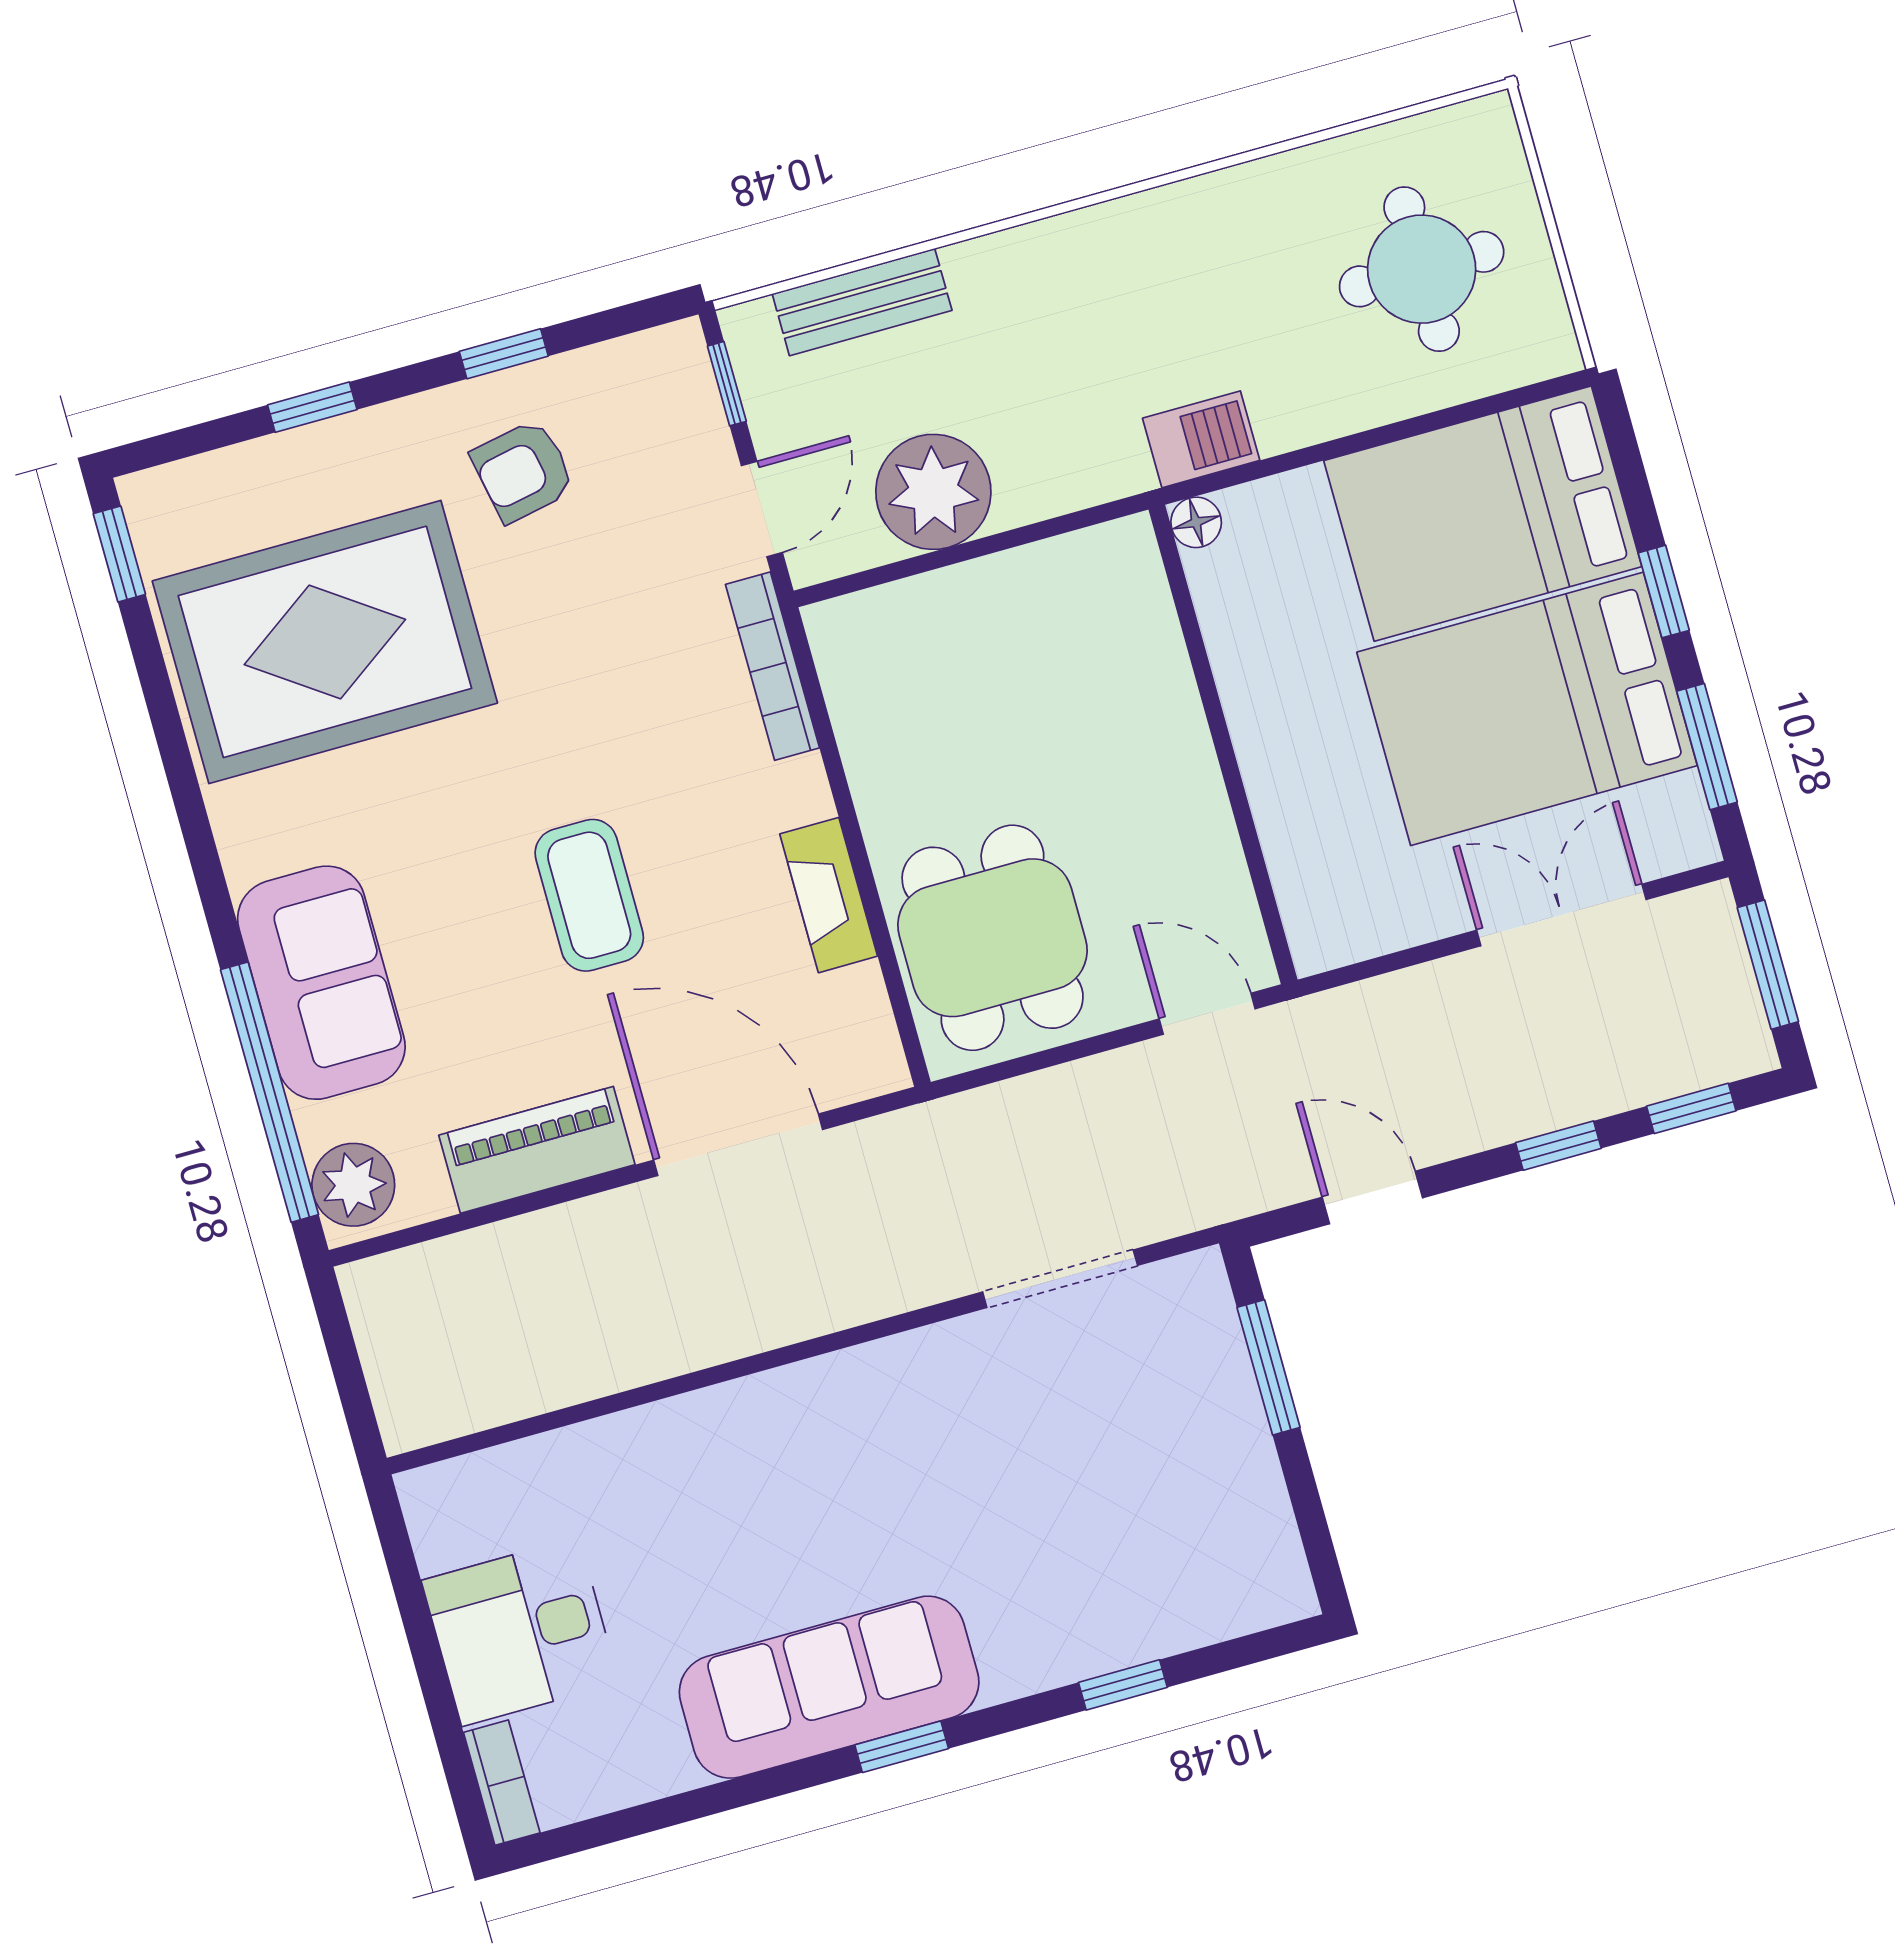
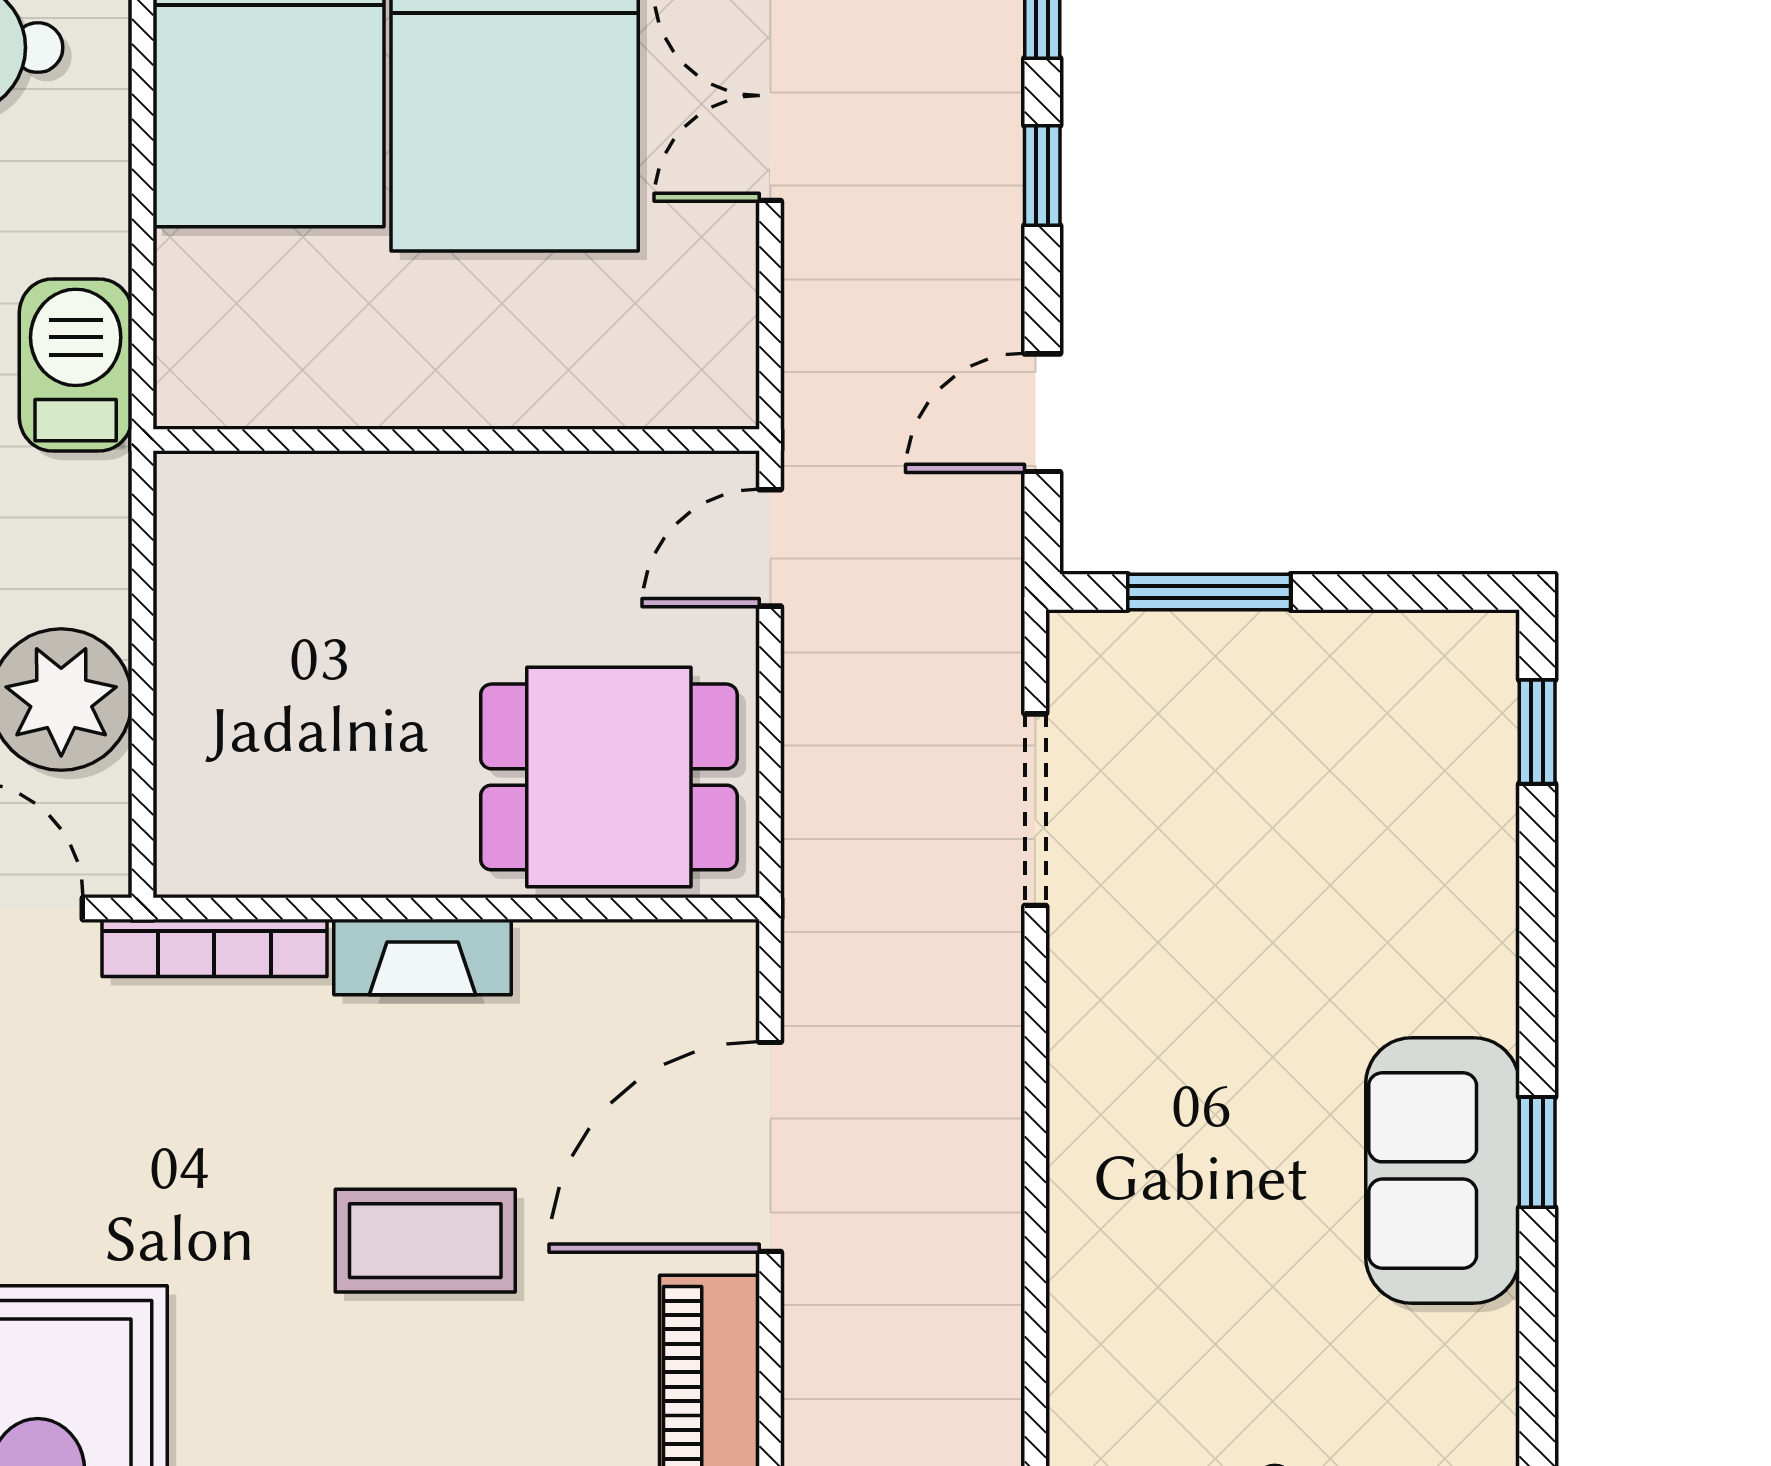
barbecue: (1201, 439) -> (76, 365), width x1.38, depth x1.27
floor lamp: (1196, 522) -> (184, 398), removed
fireplace: (829, 895) -> (422, 957), moved
window: (1123, 1685) -> (1537, 732), moved
sofa: (829, 1687) -> (1443, 1170), width x0.73

